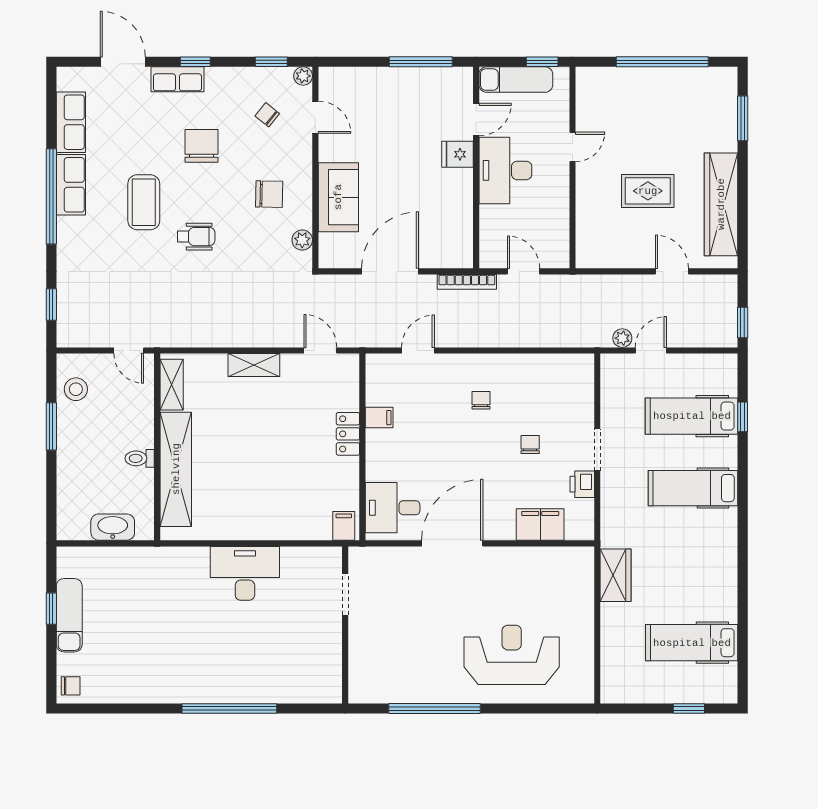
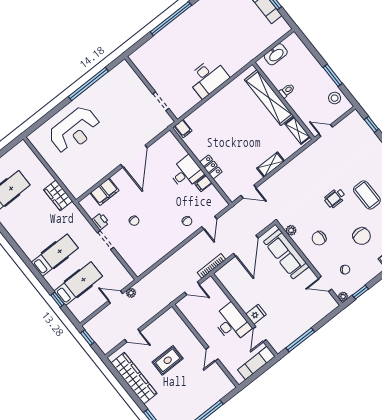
window: (542, 62) -> (251, 379), removed
sofa: (338, 197) -> (286, 254), width x1.36
door: (651, 350) -> (116, 297), swing flipped
chair: (481, 400) -> (187, 221), moved
desk: (393, 508) -> (186, 173), moved

